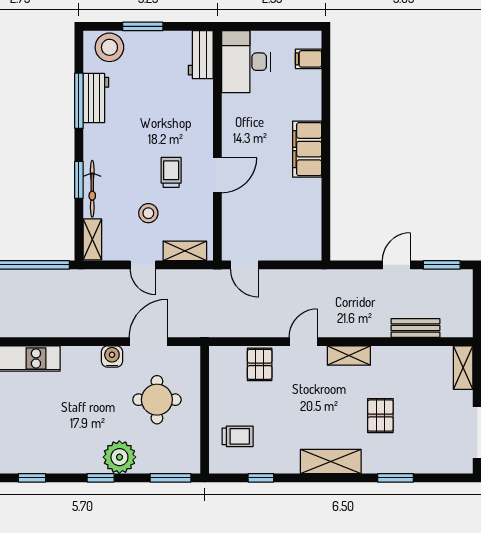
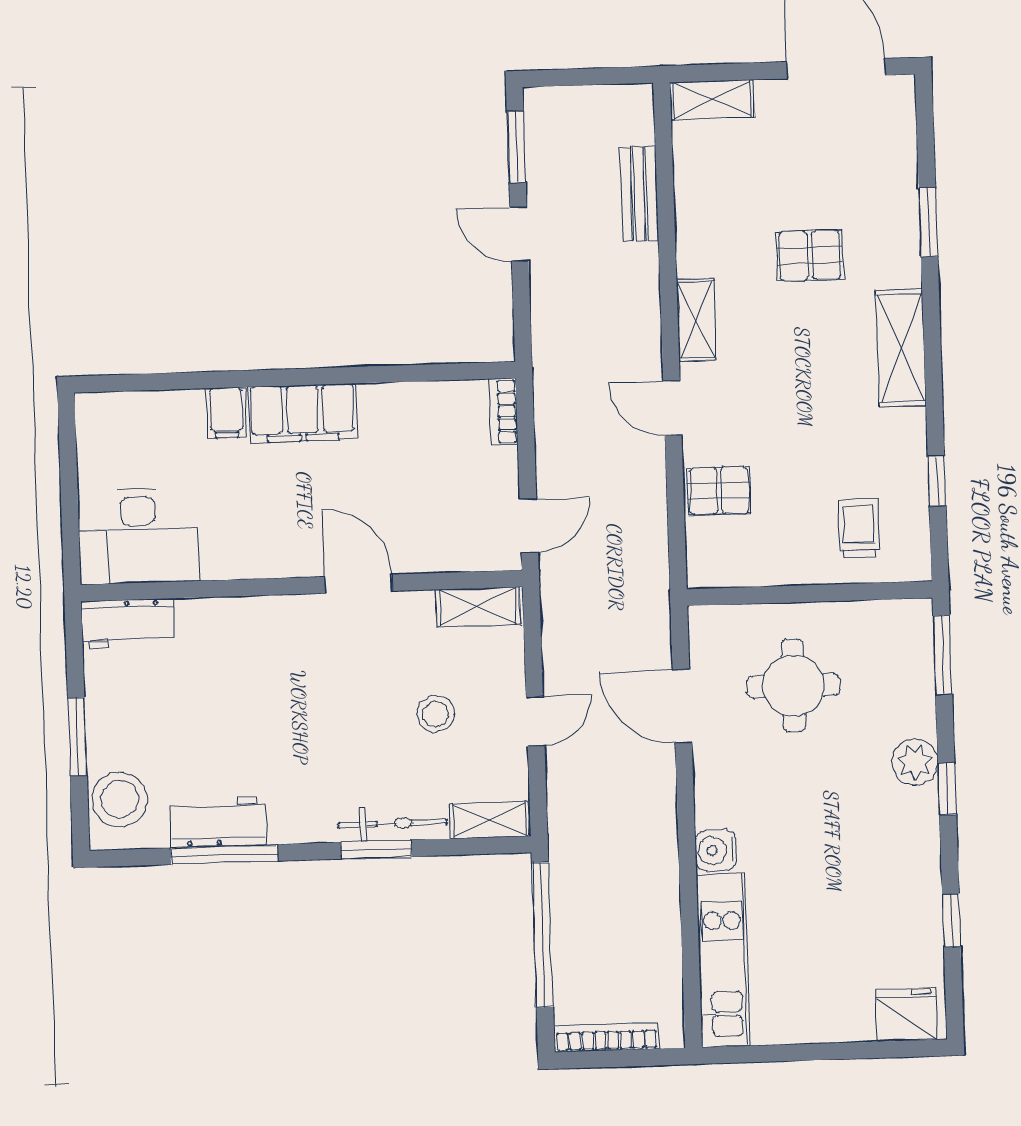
filing cabinet: (309, 59) -> (226, 413), moved
trolley: (171, 172) -> (356, 673), removed
shelving: (185, 251) -> (478, 607), moved, turned 90
bookcase: (304, 254) -> (504, 412), added
water cooler: (112, 356) -> (716, 850), moved
plant: (119, 457) -> (915, 762), width x0.73, depth x0.73

